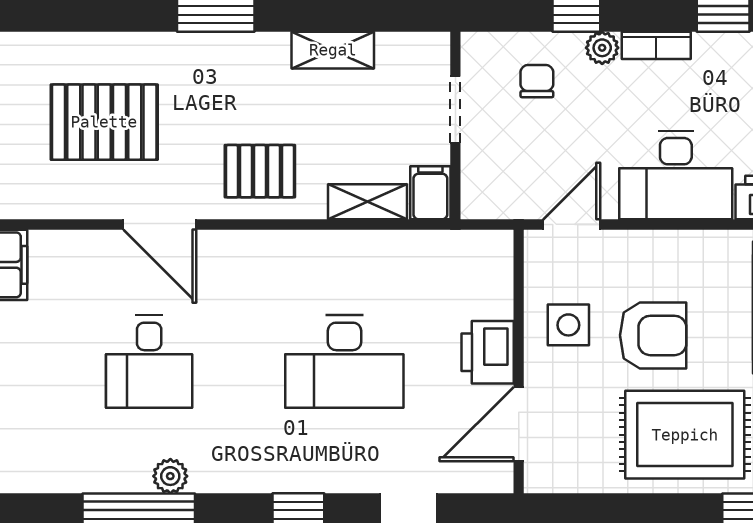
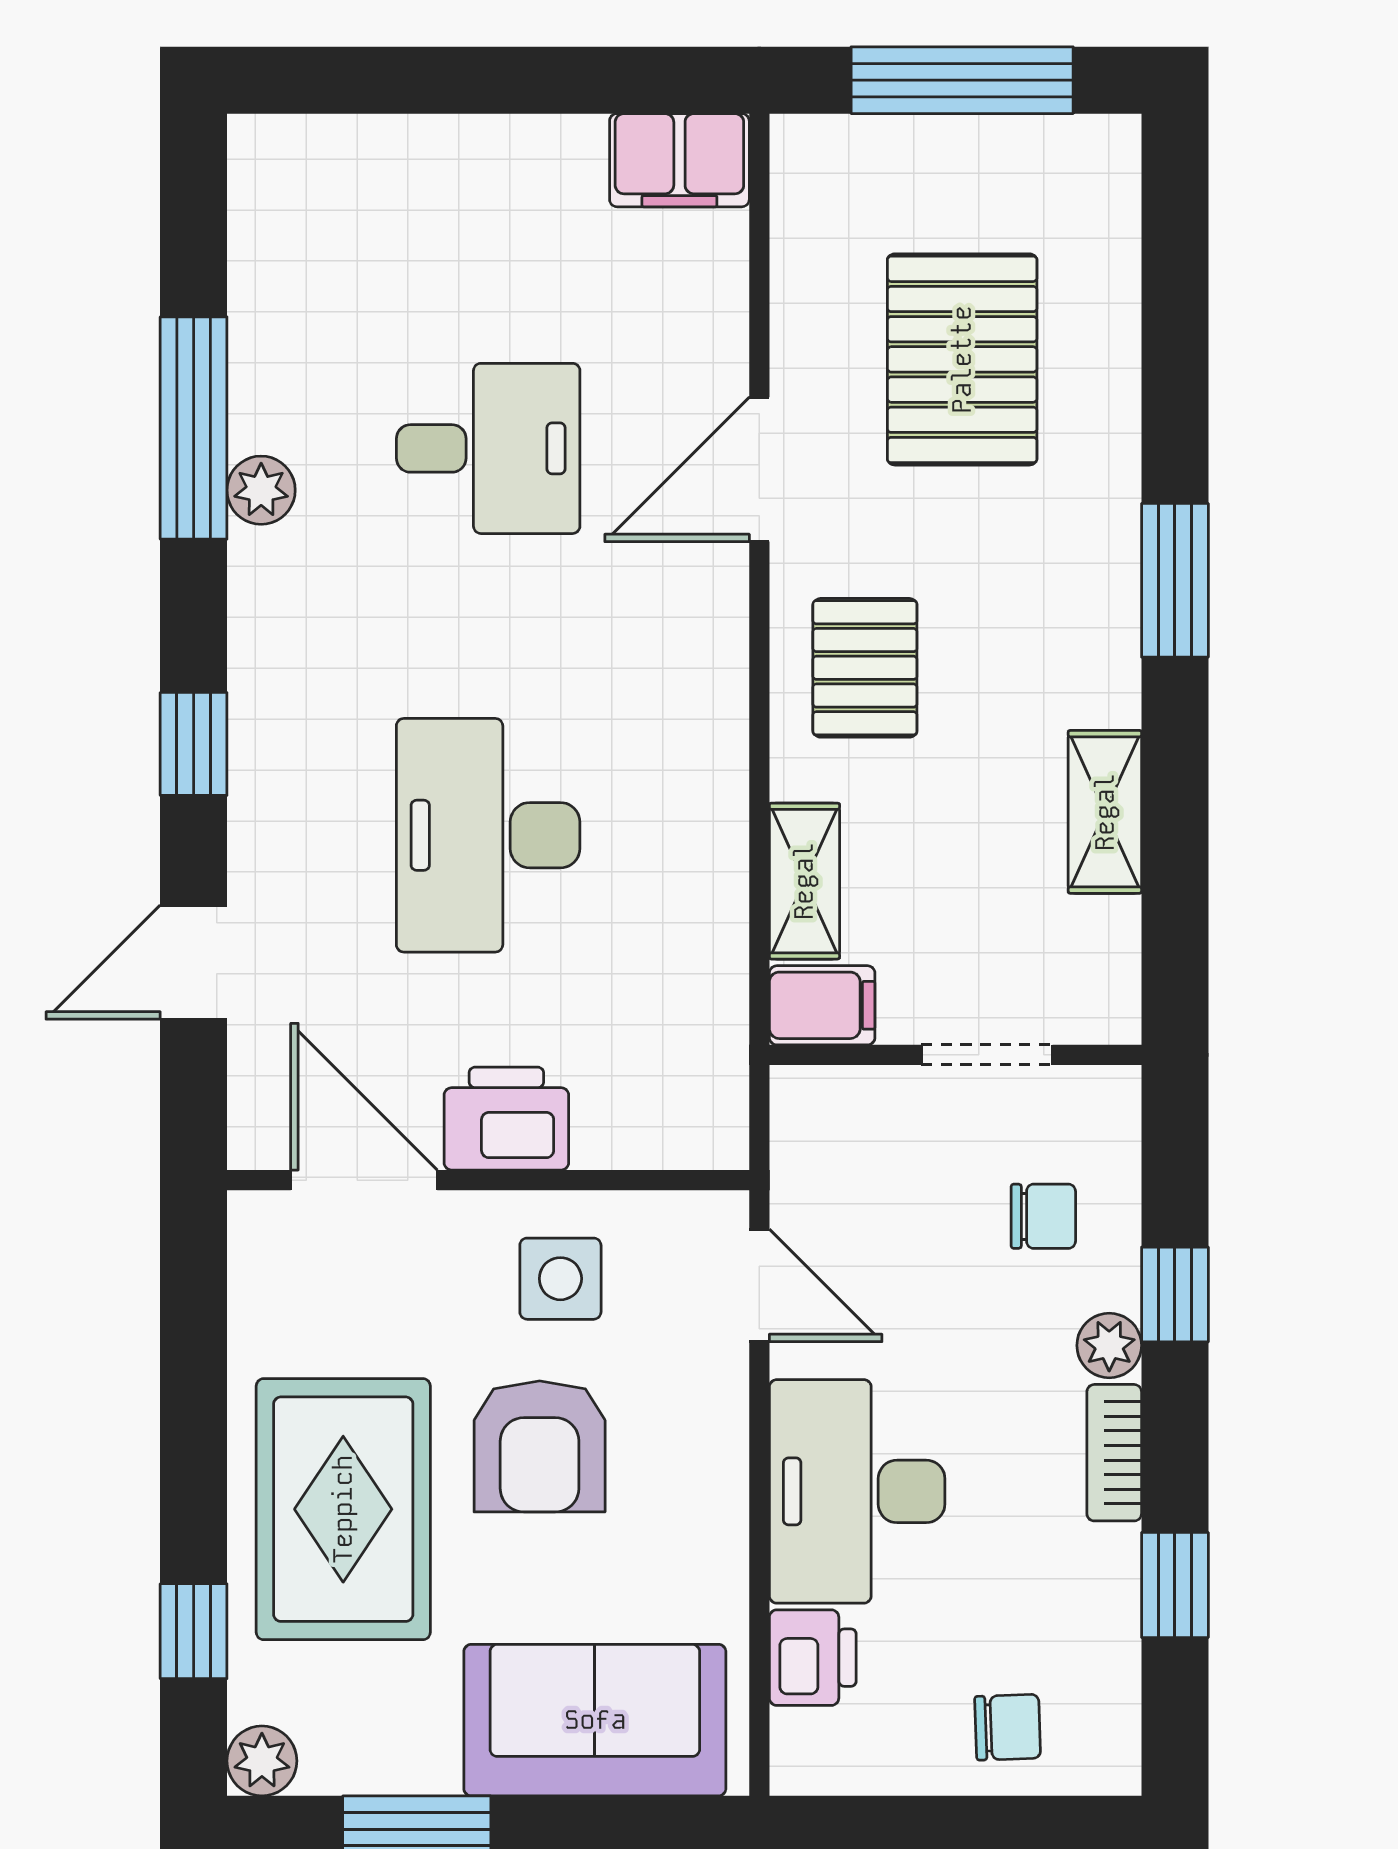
desk: (149, 361) -> (488, 448), turned 180

